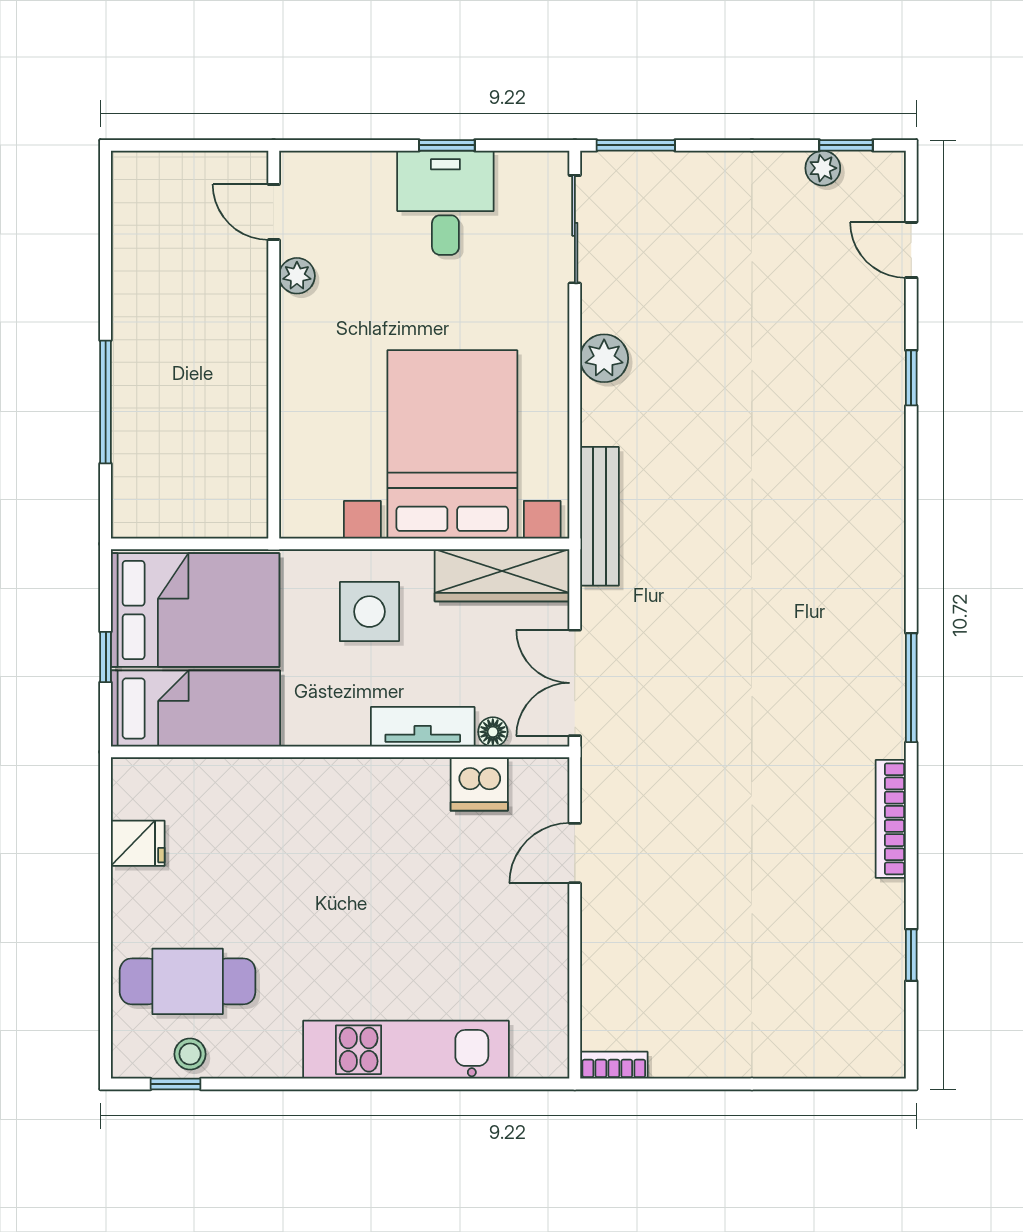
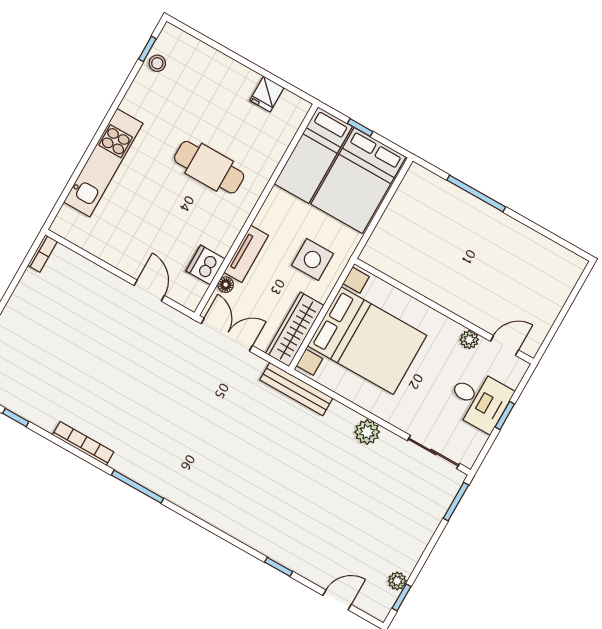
door: (274, 212) -> (504, 346), moved
plant: (297, 276) -> (469, 340), moved
wall: (274, 345) -> (444, 311), moved
cafe table: (188, 981) -> (209, 167), moved, turned 90

